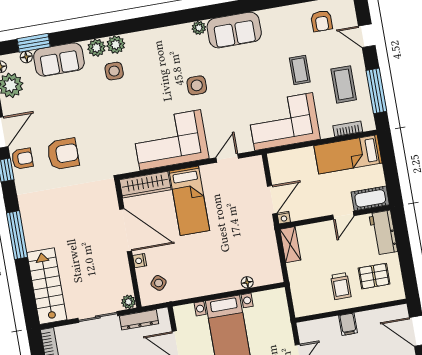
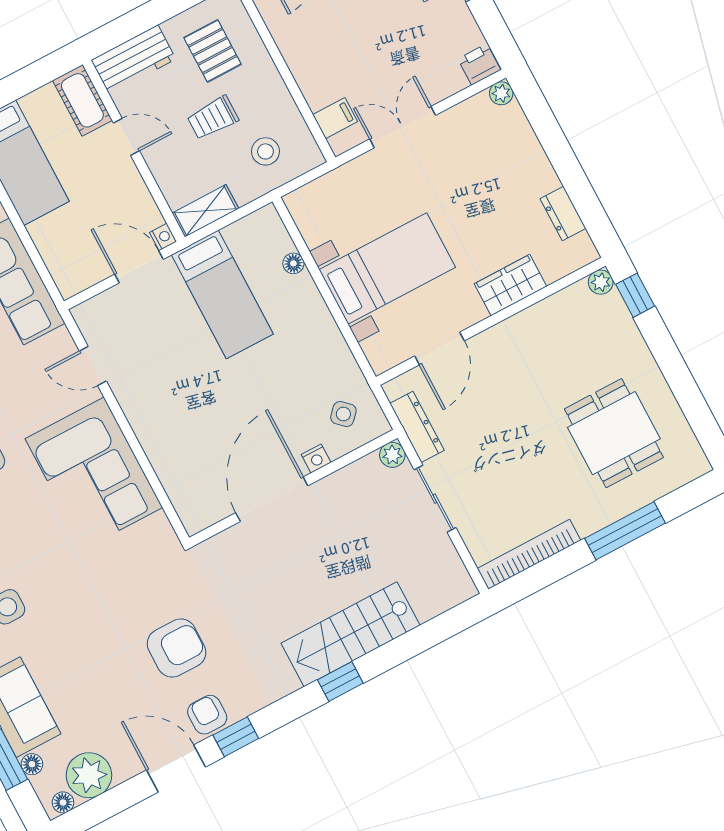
armchair: (63, 154) -> (177, 648), turned 90
wardrobe: (145, 185) -> (184, 491), removed
bed: (189, 201) -> (222, 294), moved, turned 90
window: (17, 235) -> (340, 681), width x0.46
stairs: (47, 286) -> (351, 634), moved
trolley: (341, 286) -> (213, 118), moved, turned 180
stool: (312, 287) -> (265, 151), added
filing cabinet: (348, 324) -> (335, 118), moved

